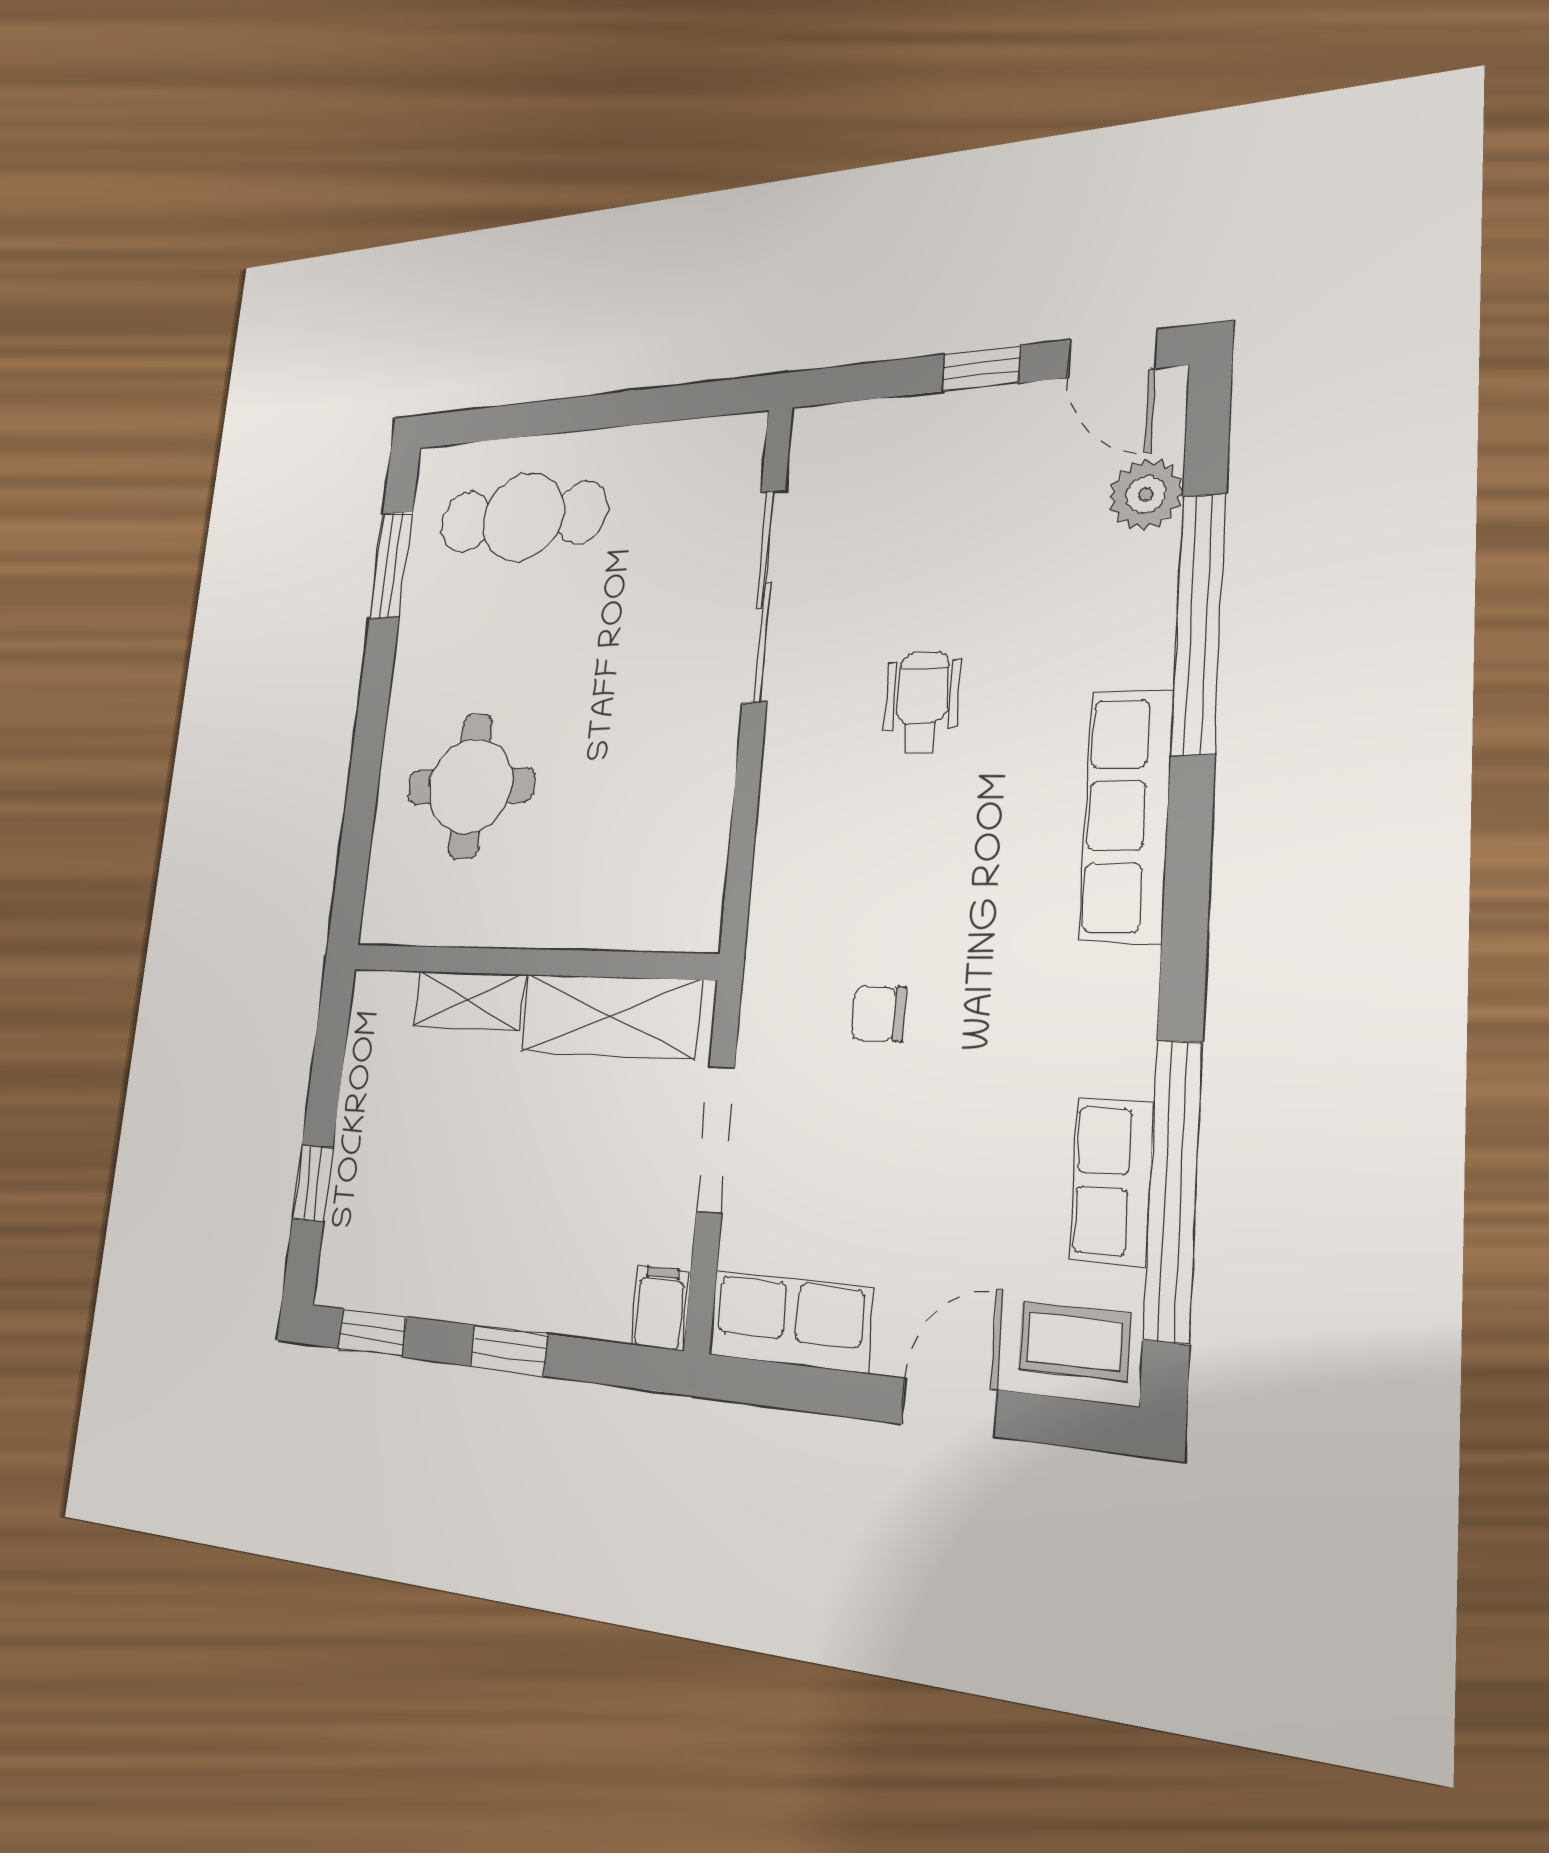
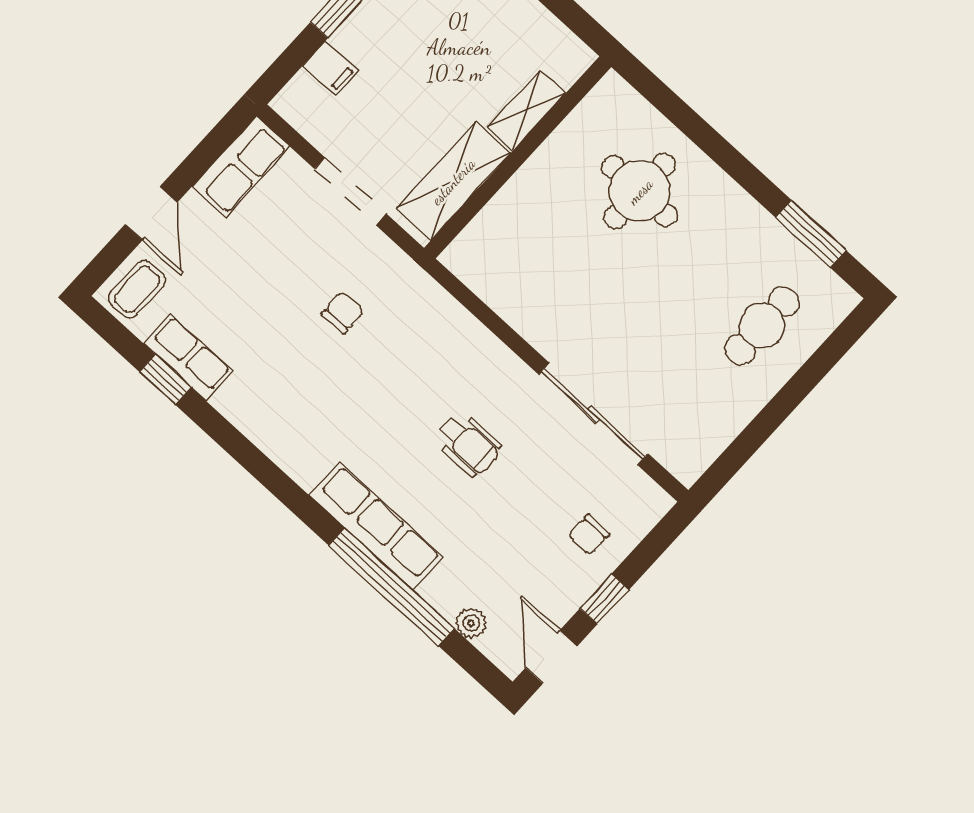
door: (1112, 354) -> (551, 657), hinge flipped
chair: (916, 461) -> (589, 535), added
plant: (1146, 494) -> (471, 623), width x0.73, depth x0.73
cafe table: (523, 517) -> (762, 326), width x0.73, depth x0.74
row of seats: (1126, 815) -> (376, 526), moved
window: (1173, 1190) -> (165, 380), width x0.32
filing cabinet: (660, 1308) -> (331, 68), moved

